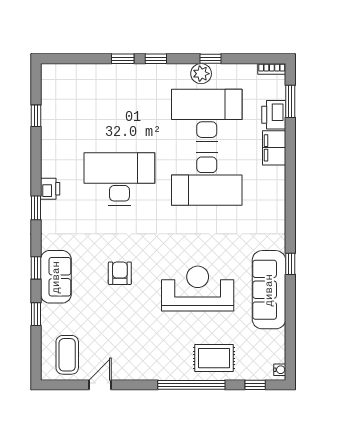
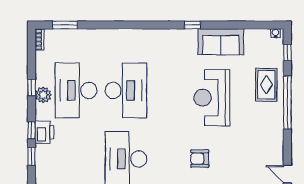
printer: (274, 115) -> (44, 132), moved, turned -90
filing cabinet: (274, 148) -> (101, 38), removed
sofa: (269, 290) -> (221, 42), width x0.73

